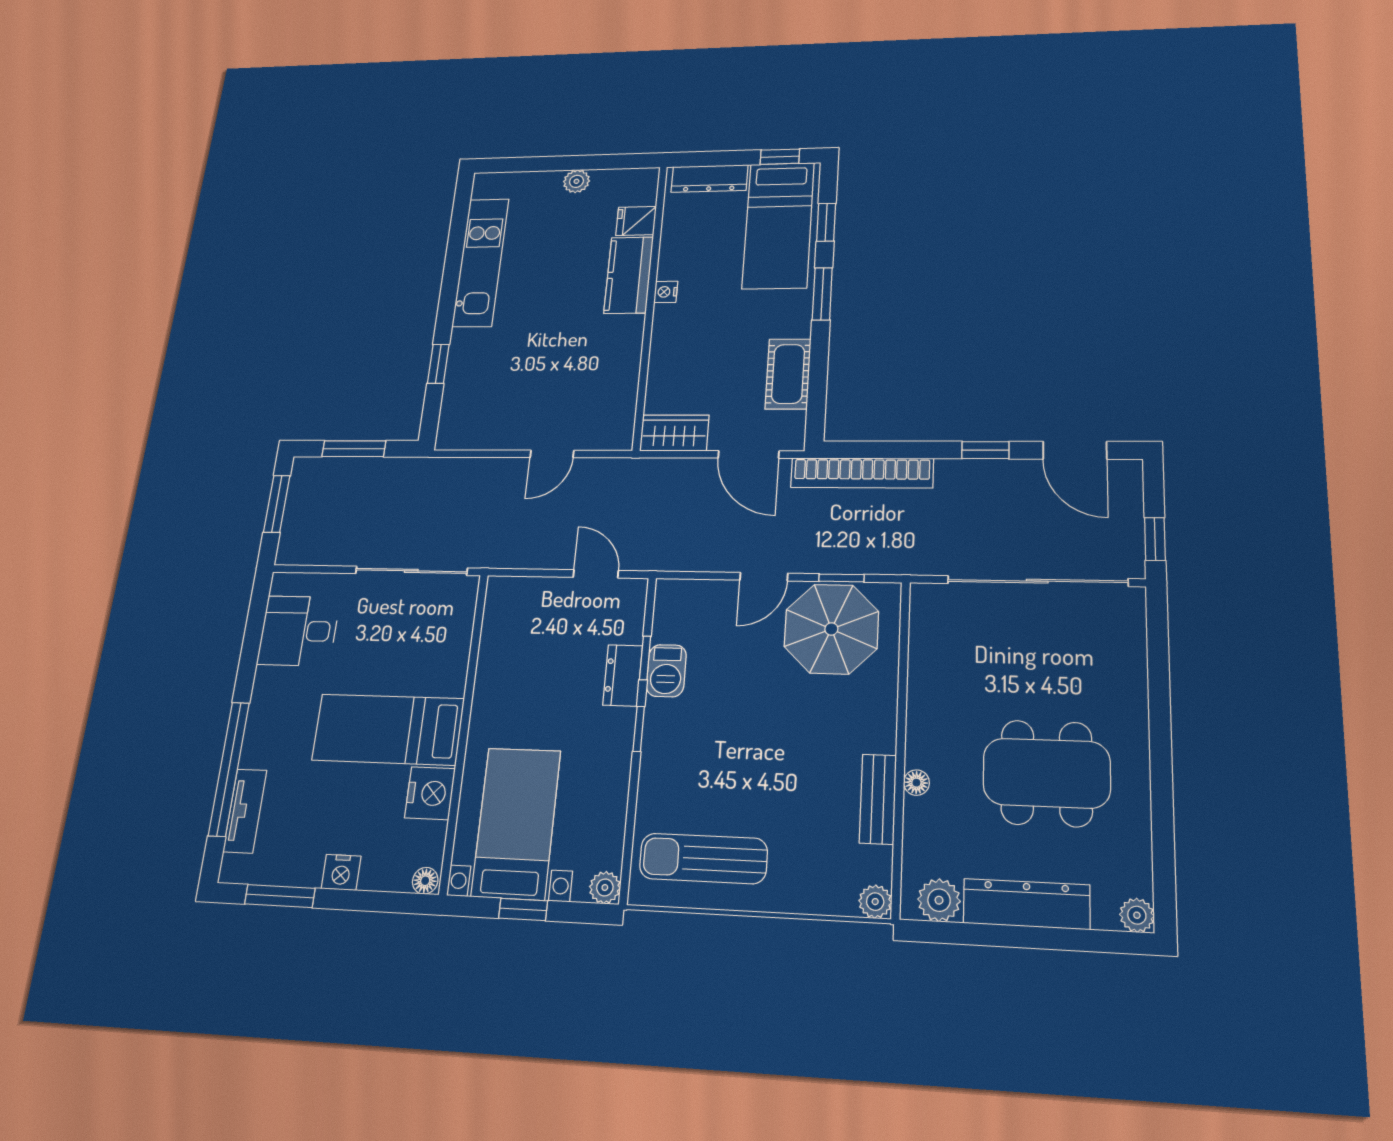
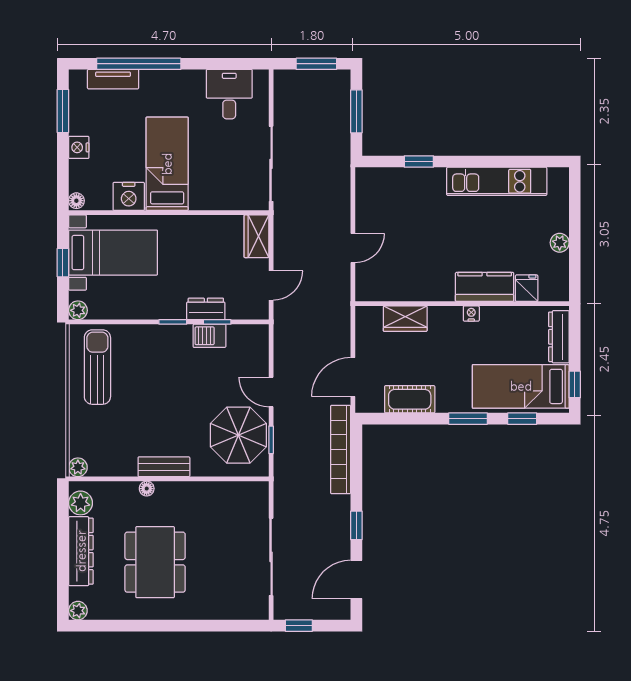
wardrobe: (674, 433) -> (405, 319), moved, turned 90
door: (552, 454) -> (353, 248), swing flipped
sliding door: (1037, 581) -> (271, 557), width x0.73
wardrobe: (518, 595) -> (256, 236), added
bench: (878, 799) -> (164, 467), moved

